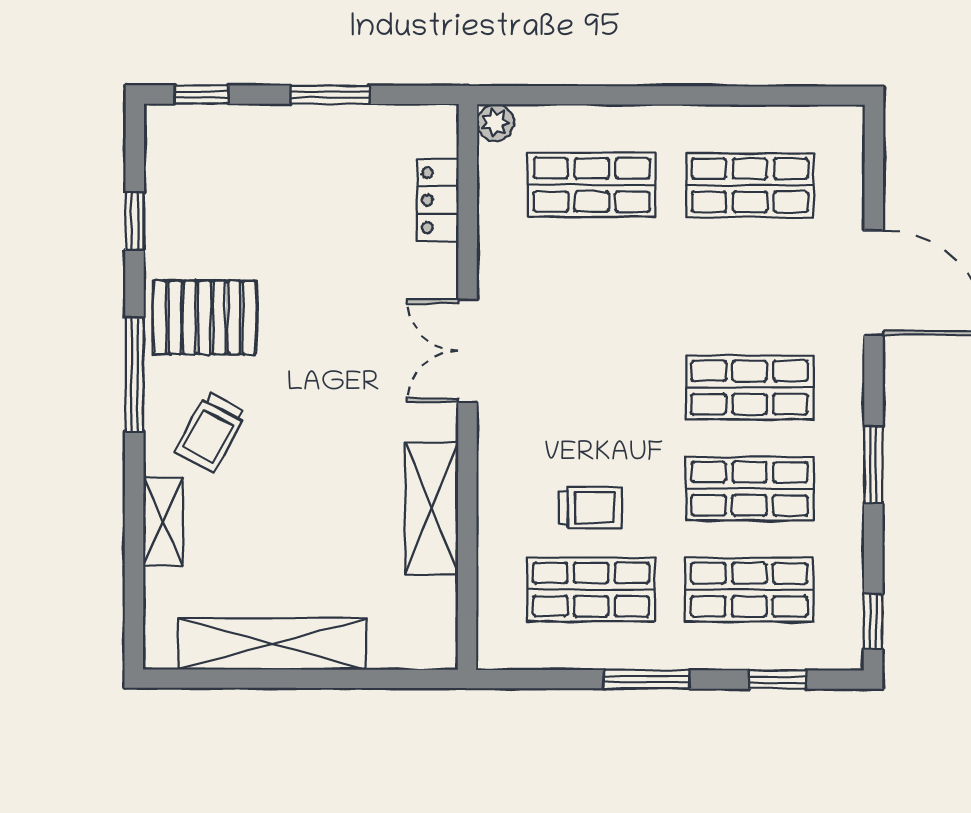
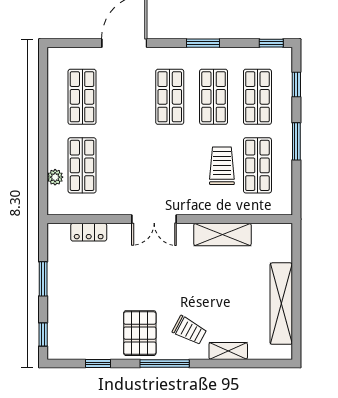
plant: (495, 123) -> (55, 177), moved
trolley: (590, 508) -> (222, 166), width x1.36, depth x1.39

